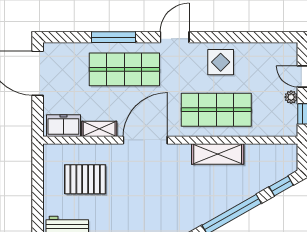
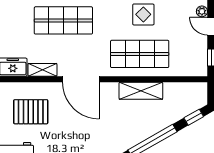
plant: (291, 97) -> (202, 11), moved
door: (145, 140) -> (81, 79), swing flipped

